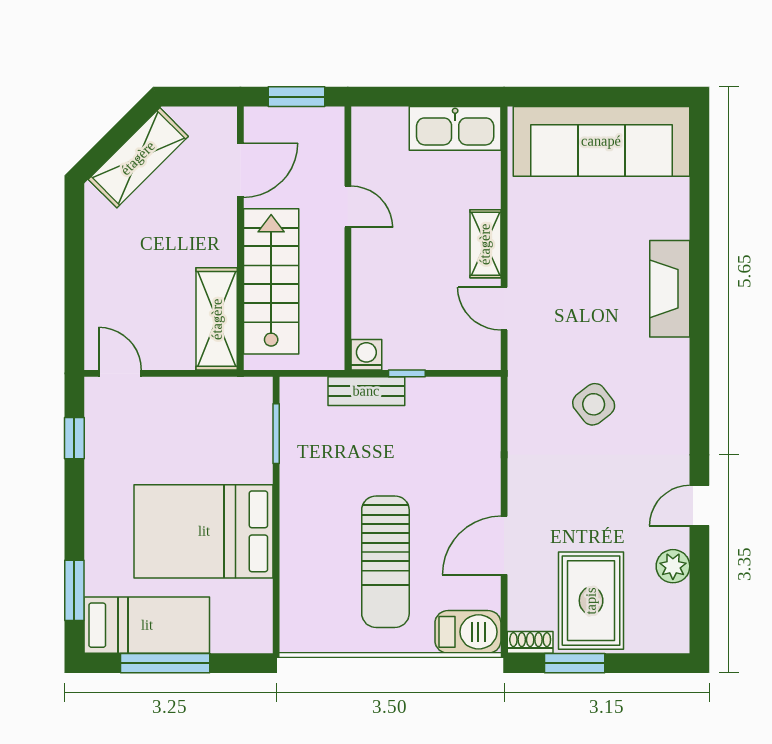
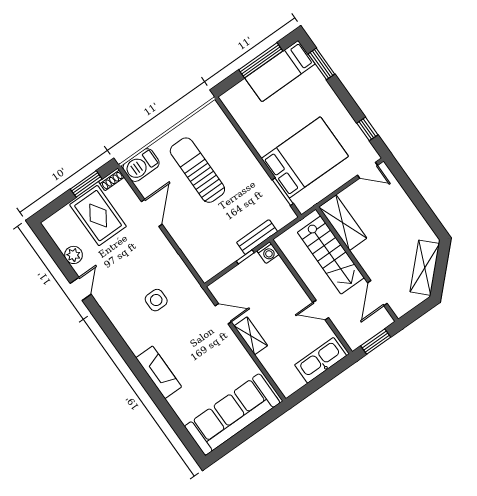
kitchen sink: (455, 128) -> (321, 360), moved
side table: (594, 404) -> (156, 300), turned 38
bed: (204, 531) -> (305, 157), moved

